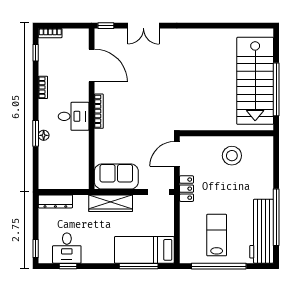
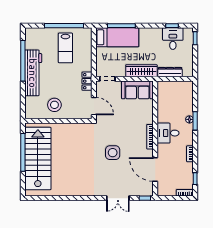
double door: (143, 26) -> (118, 198), swing flipped
side table: (151, 89) -> (113, 153), added
door: (177, 154) -> (94, 106), hinge flipped
dresser: (55, 201) -> (170, 72), moved
workbench: (262, 231) -> (33, 73), moved

